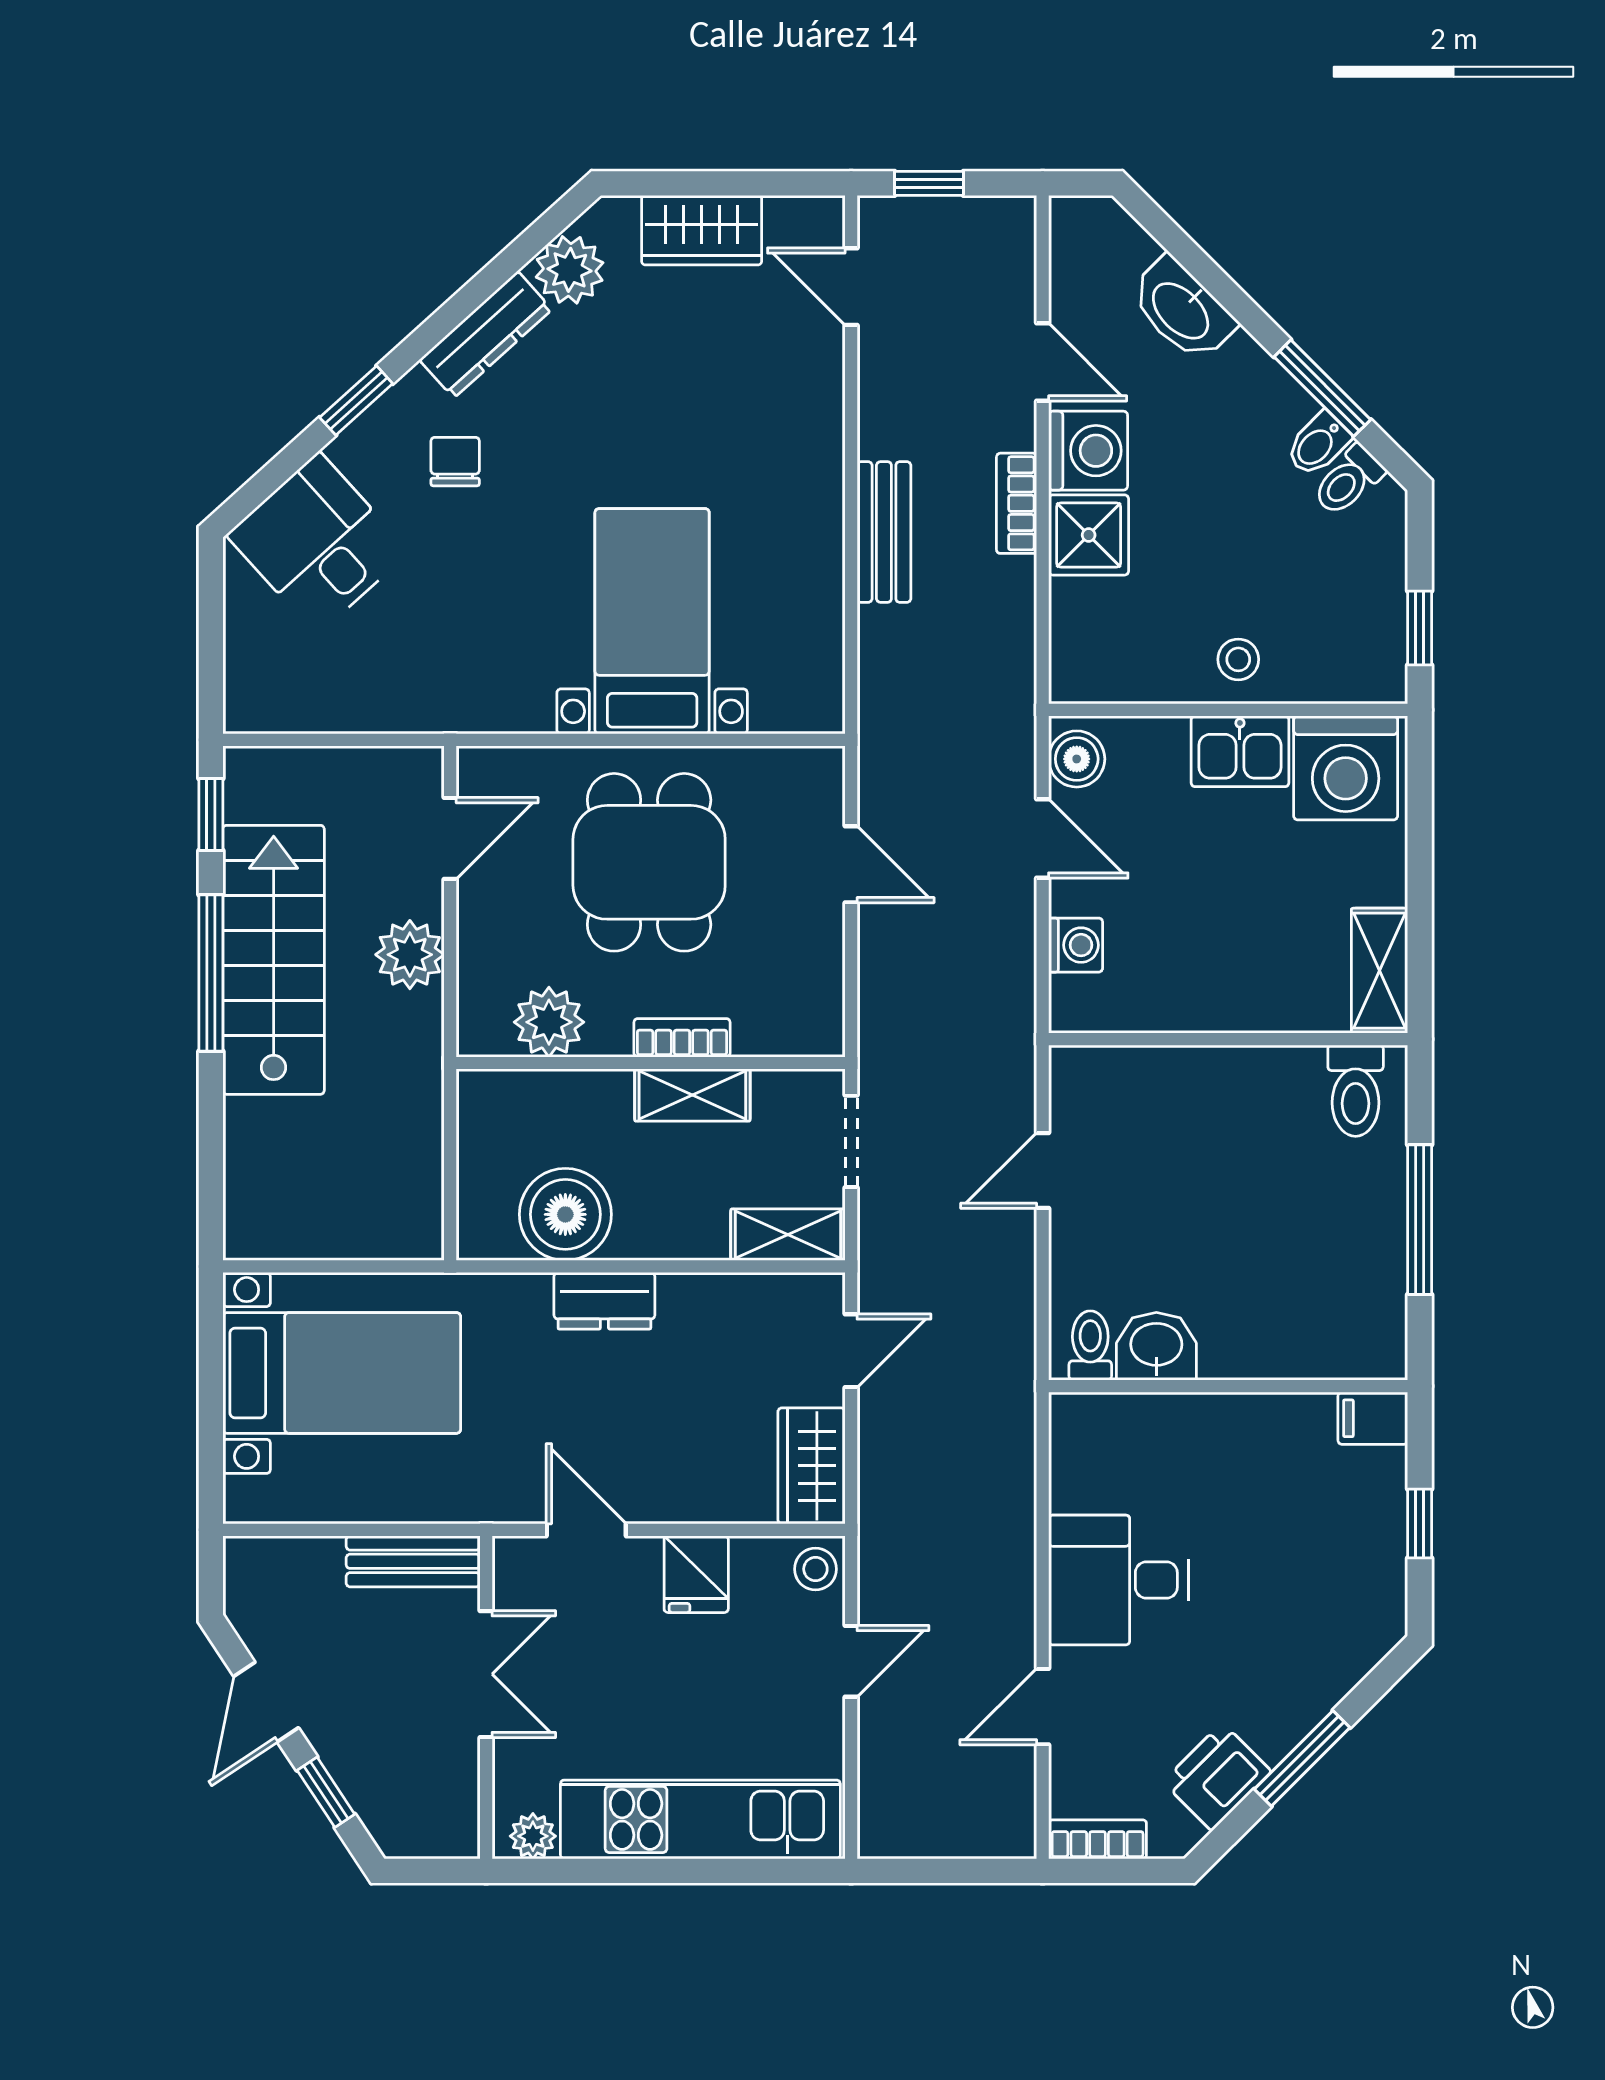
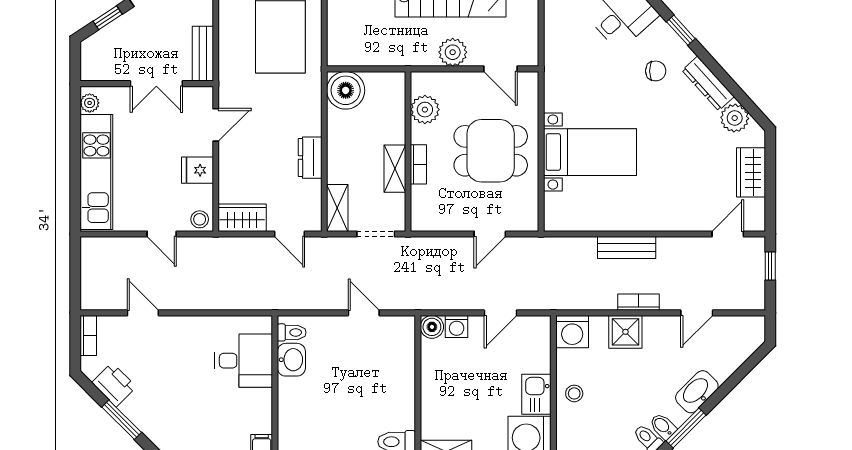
washbasin: (1182, 310) -> (697, 392), moved
washing machine: (1088, 451) -> (572, 332), moved
boiler: (1077, 759) -> (432, 327), moved
boiler: (565, 1214) -> (346, 90), moved
dresser: (604, 1301) -> (310, 158), moved
desk: (1119, 1580) -> (244, 361), moved, turned 90

